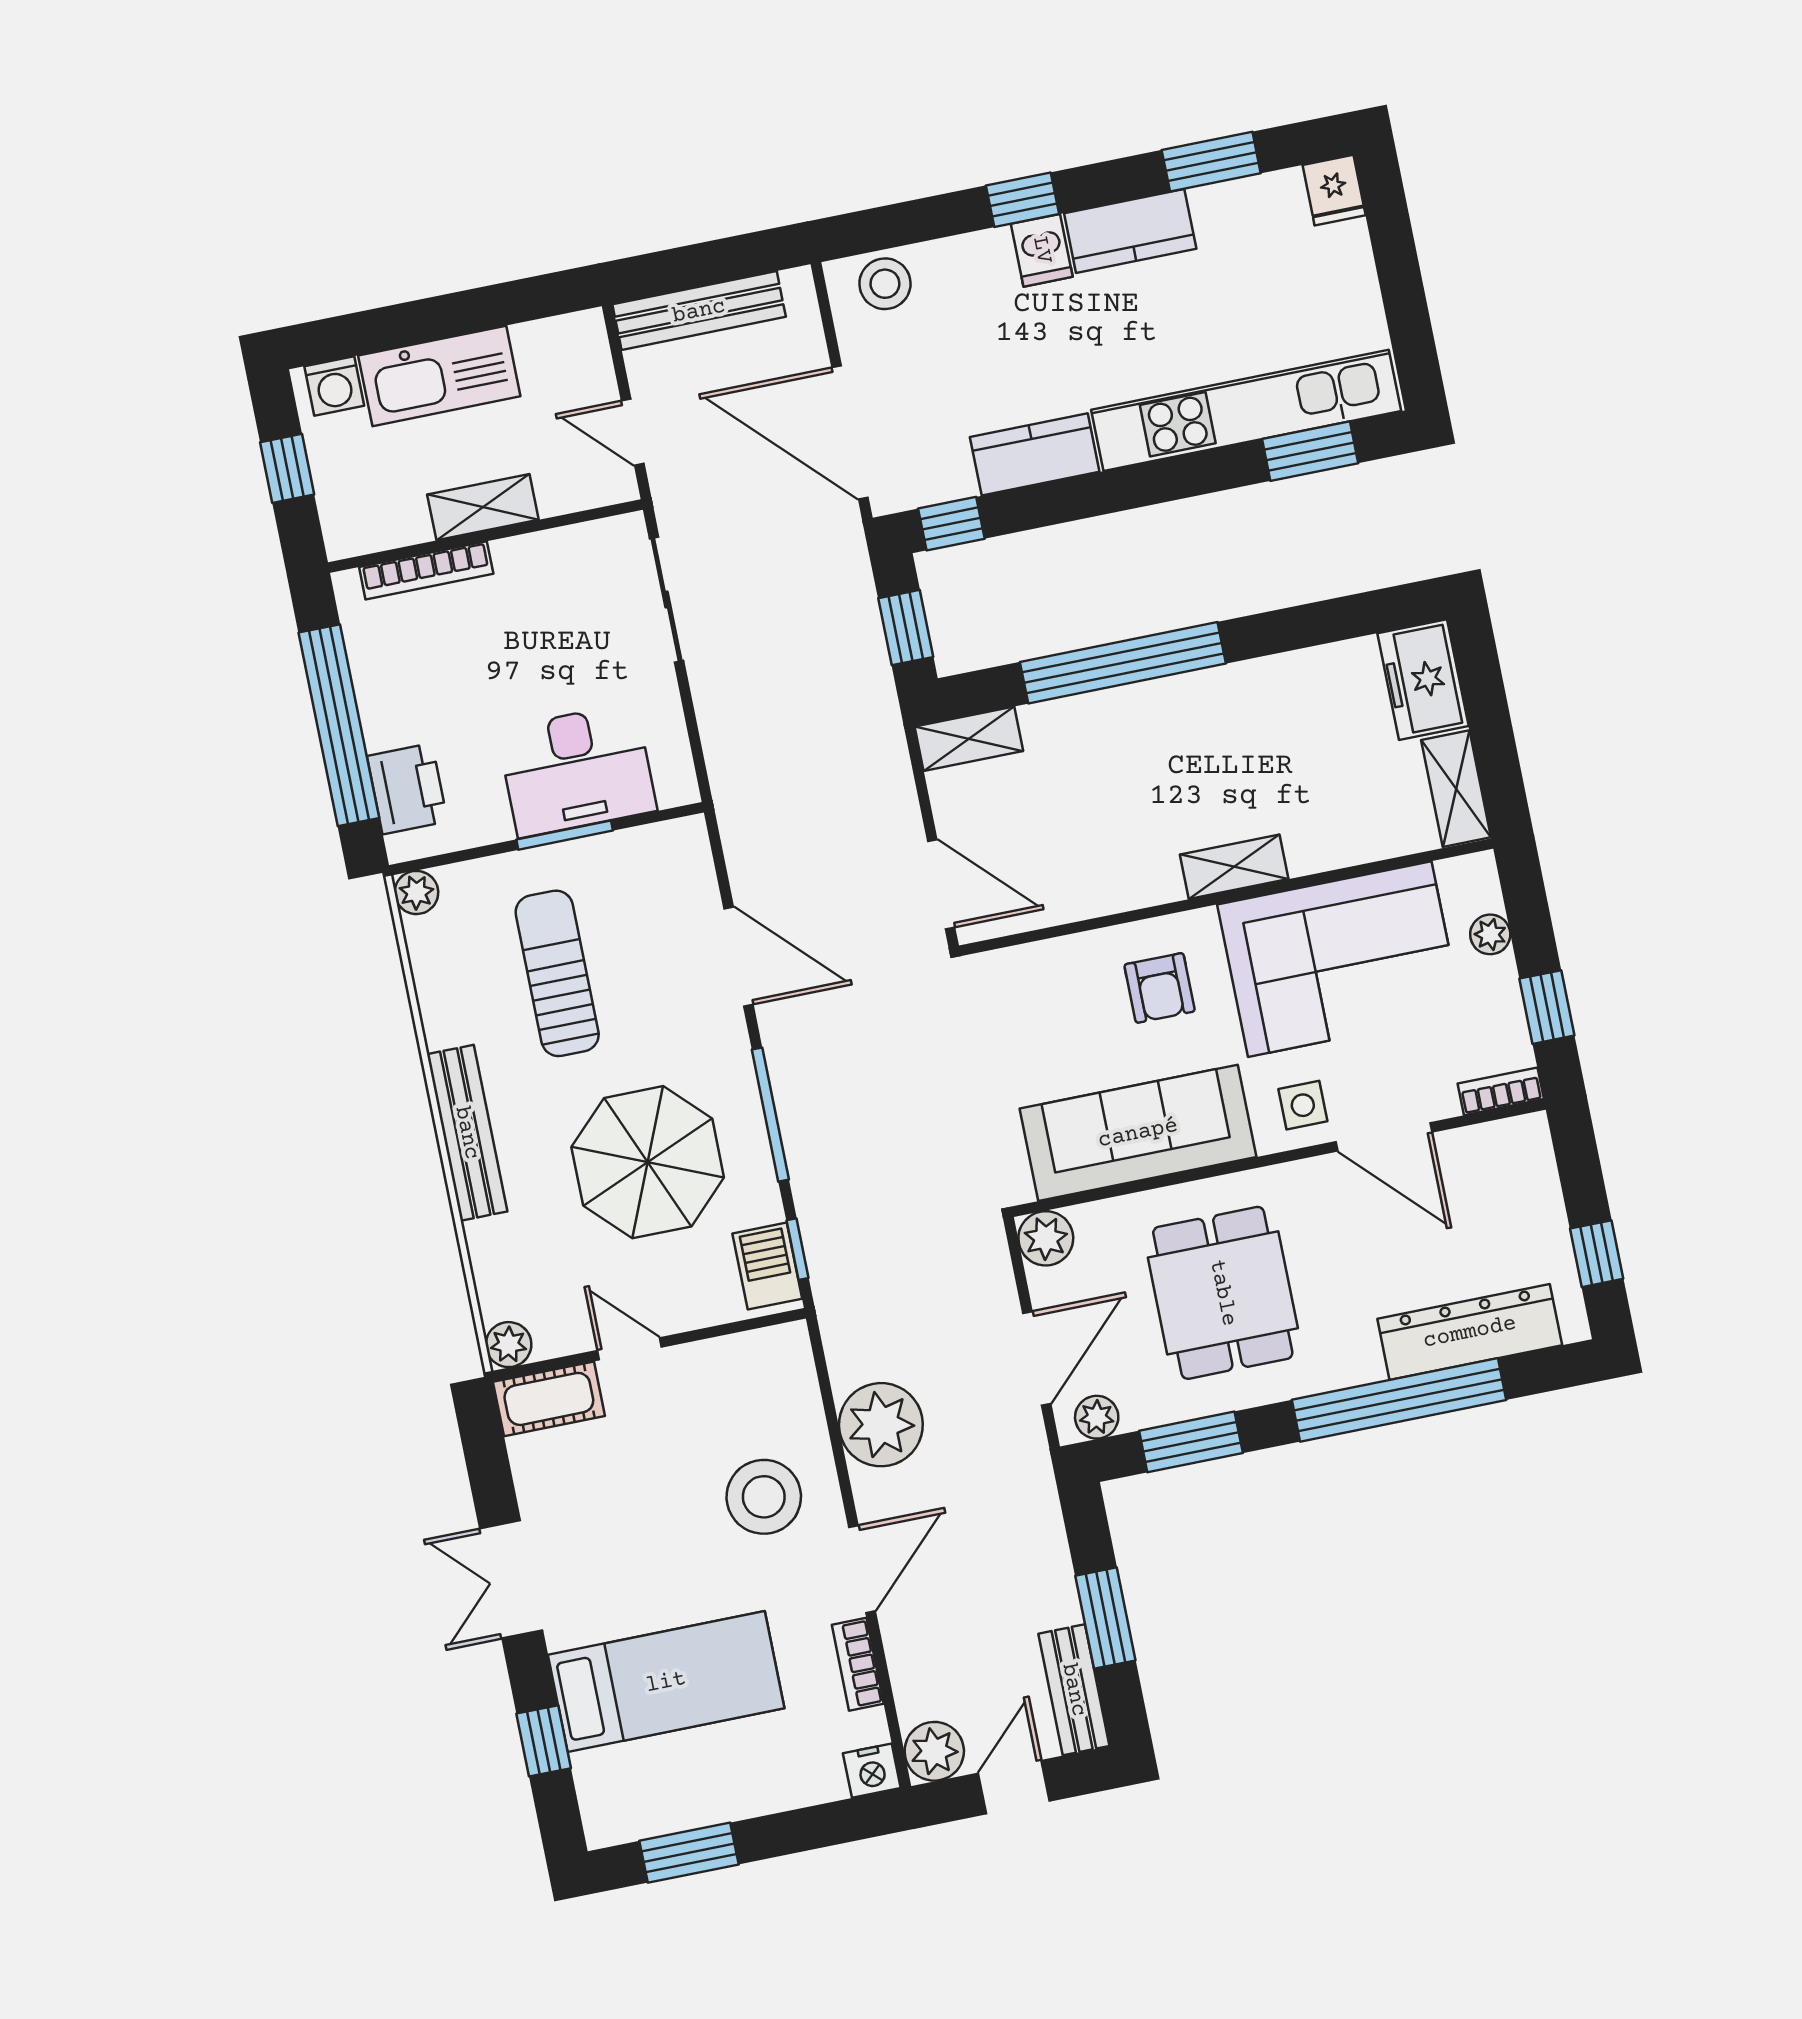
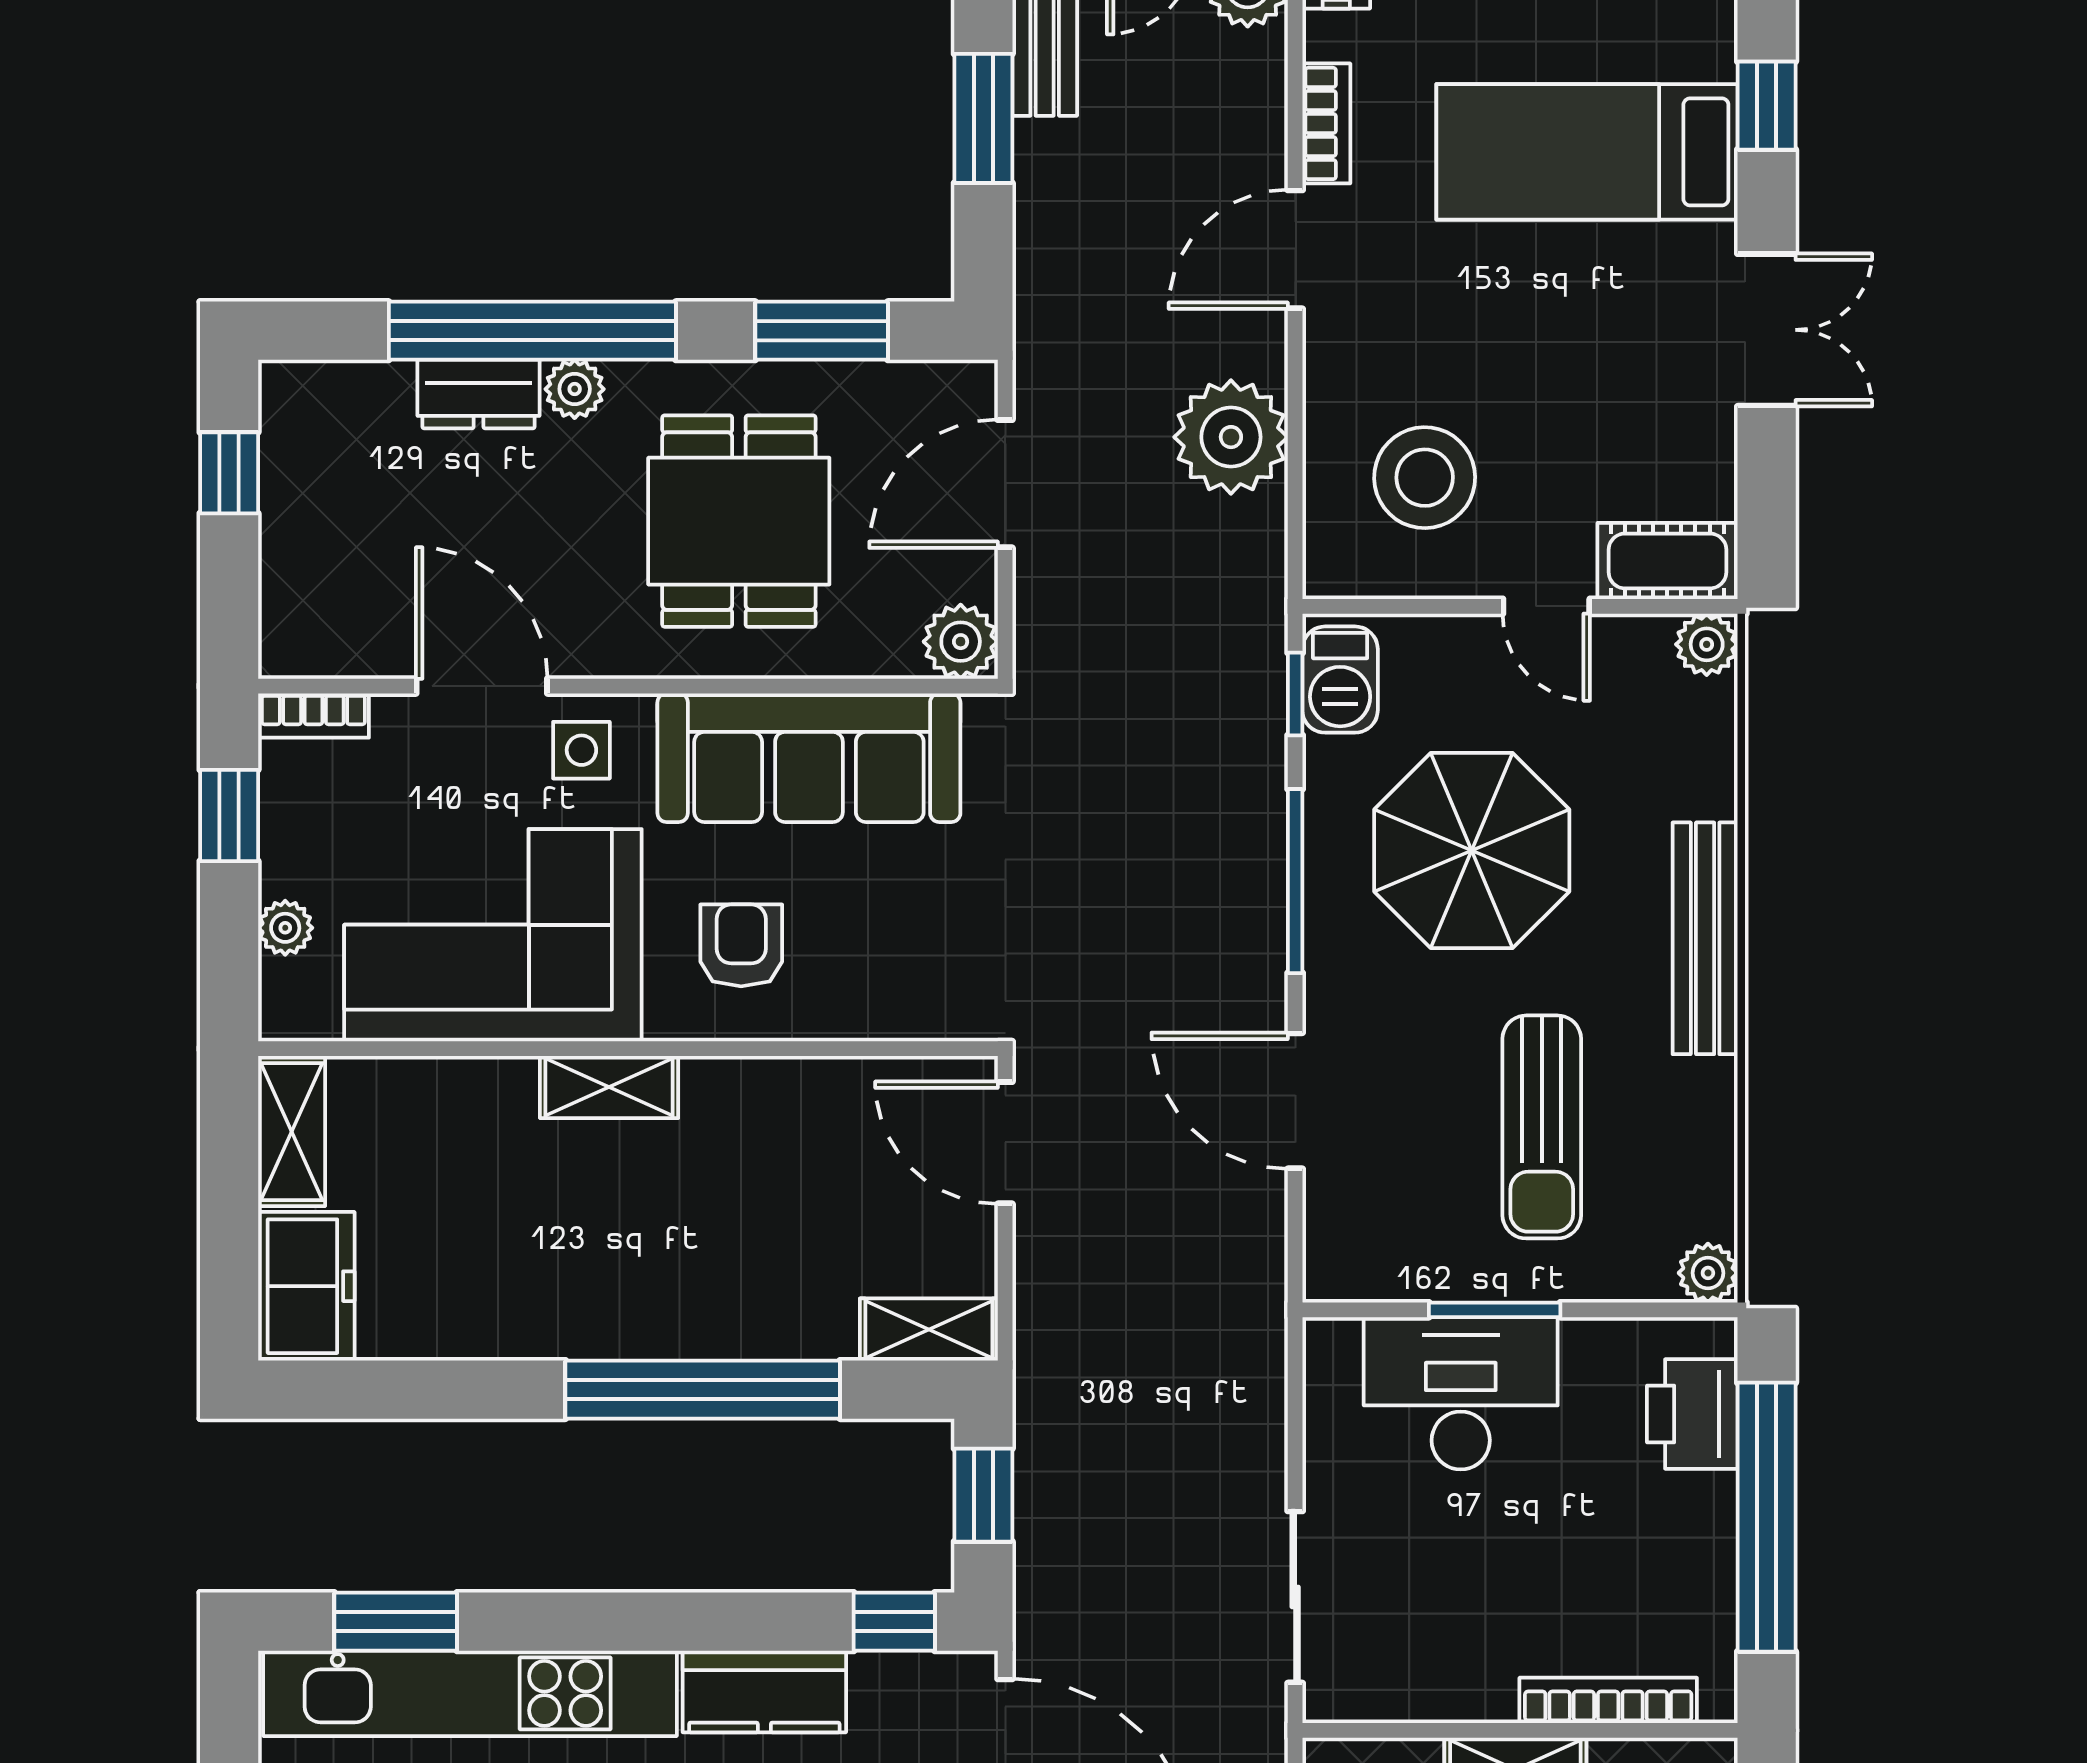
dresser: (1470, 1332) -> (478, 394), width x0.51, depth x0.80
plant: (1097, 1417) -> (575, 389), moved
stool: (764, 1497) -> (1425, 478), moved

